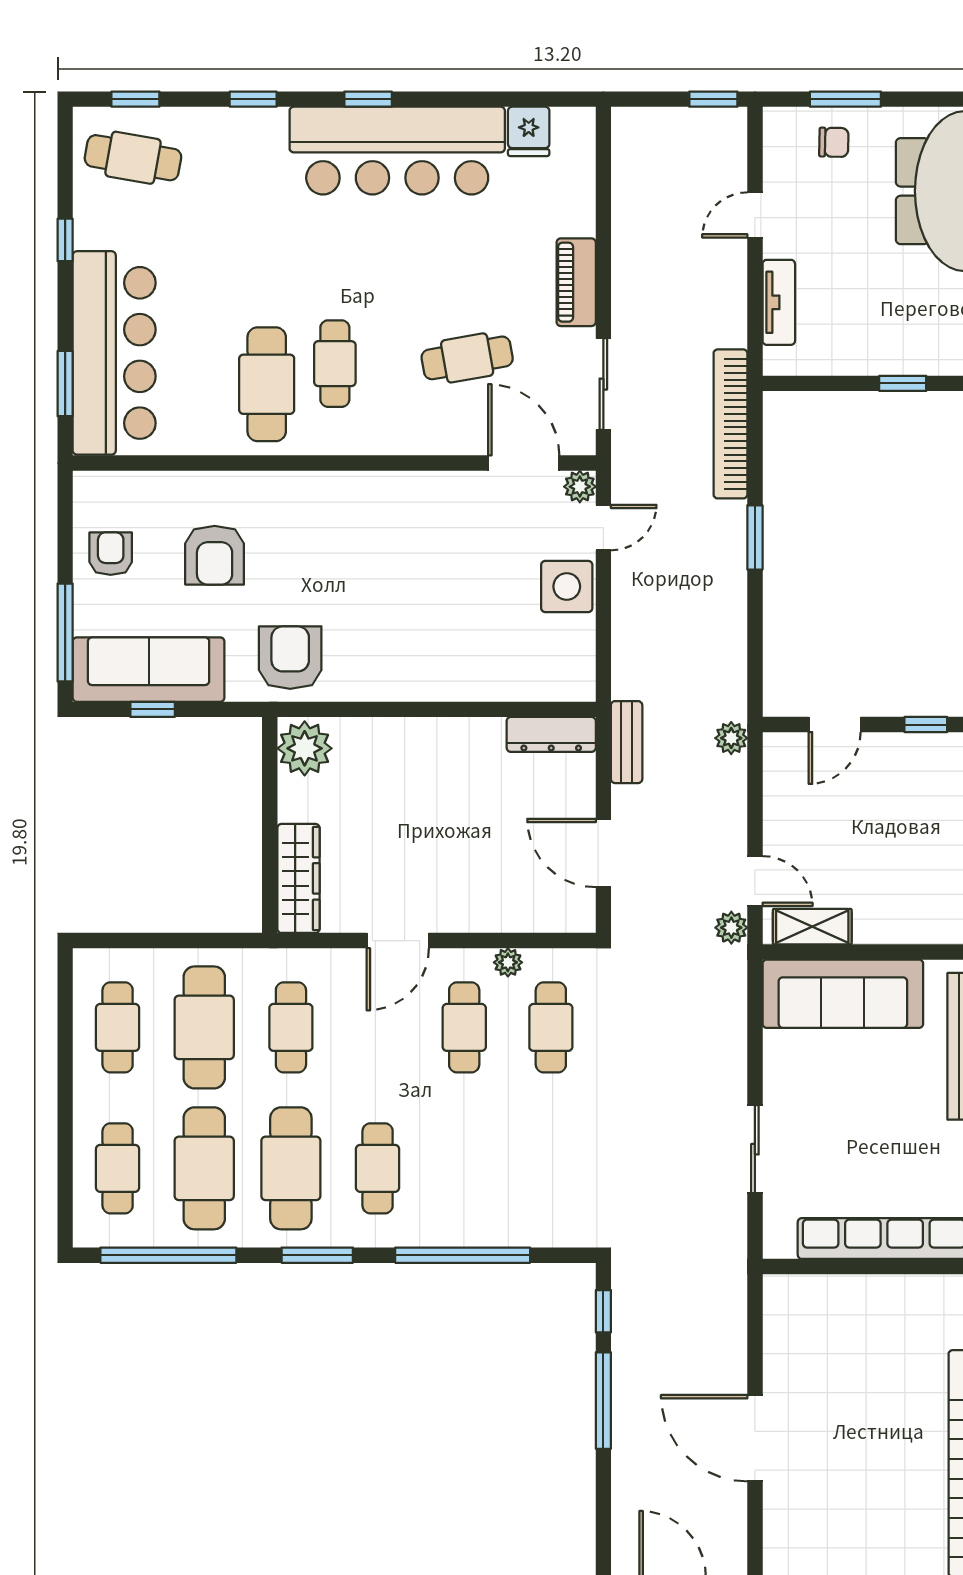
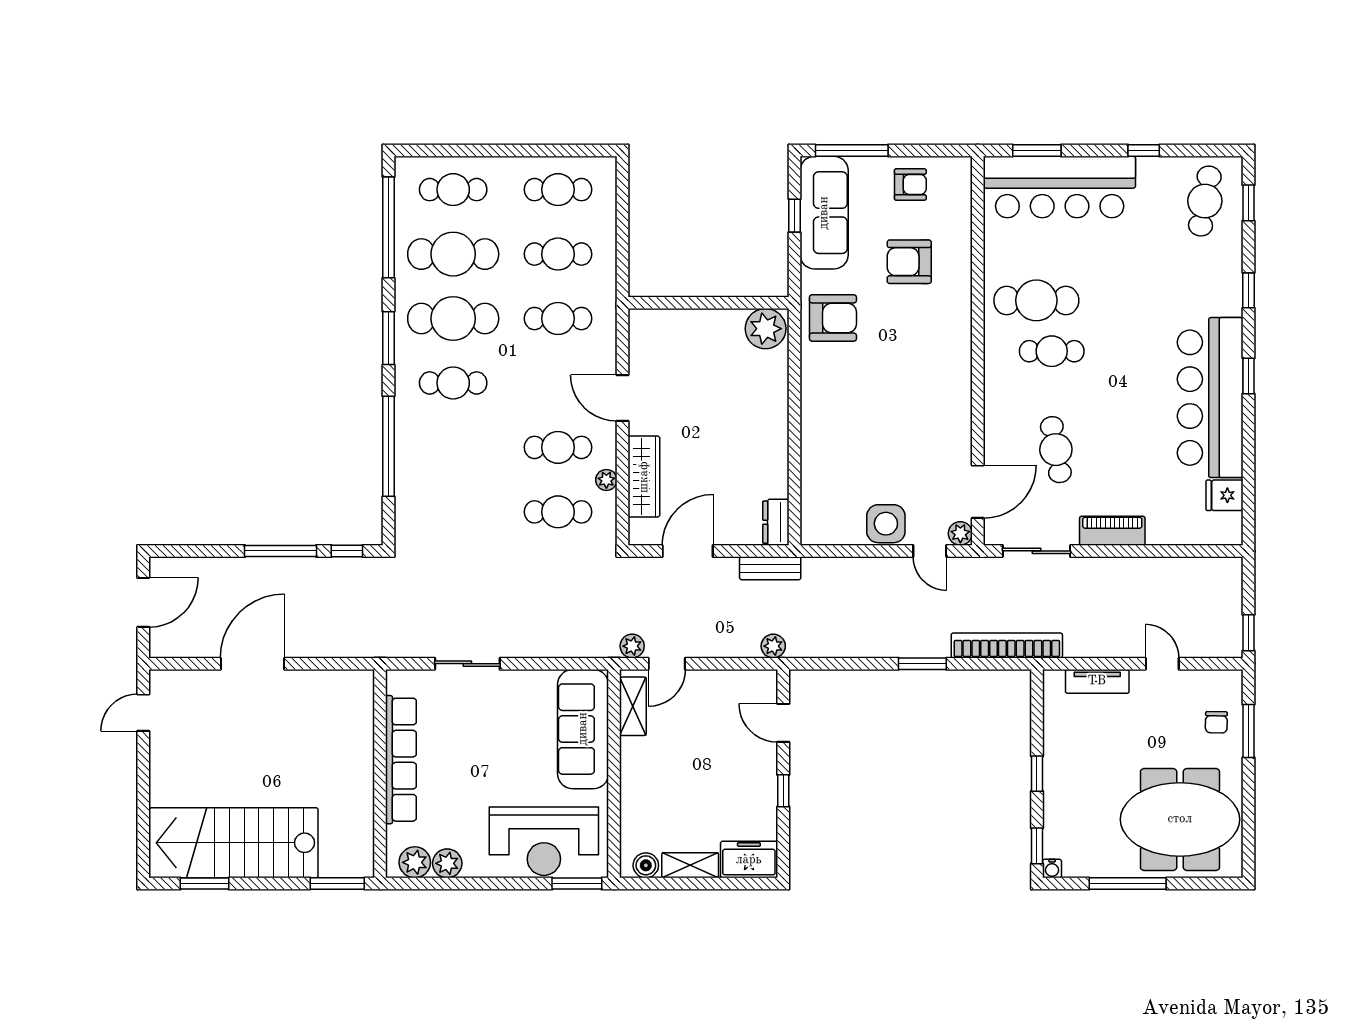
dresser: (551, 734) -> (776, 522), width x0.70
wardrobe: (298, 878) -> (644, 477), moved, turned -90
cafe table: (204, 1027) -> (558, 254), width x0.73, depth x0.74

